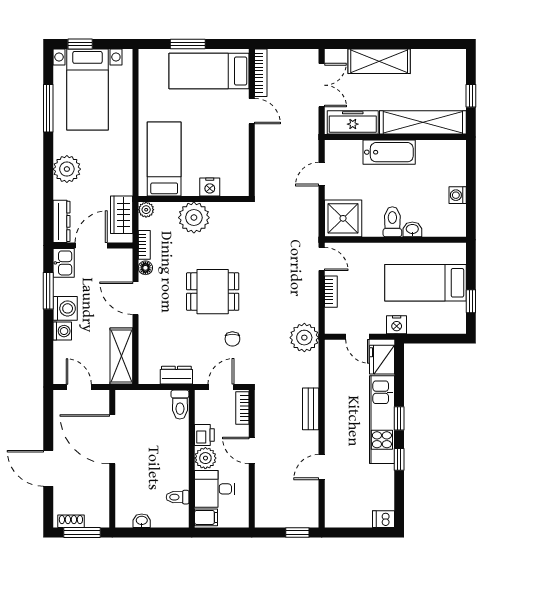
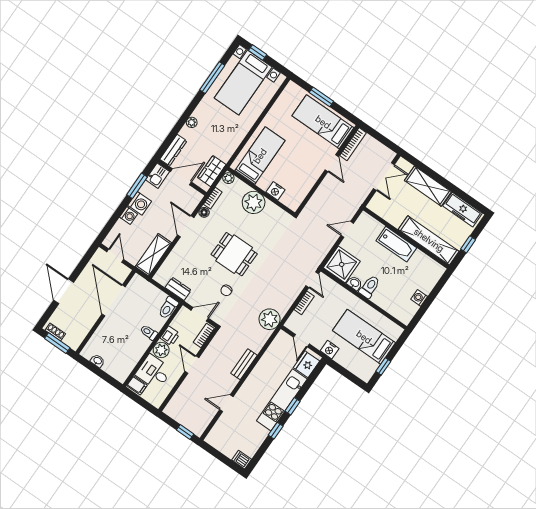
freezer: (353, 122) -> (462, 210), moved, turned 180
plant: (67, 169) -> (192, 122), width x0.53, depth x0.53
washbasin: (412, 229) -> (355, 283), moved
toilet: (178, 497) -> (149, 332), moved

